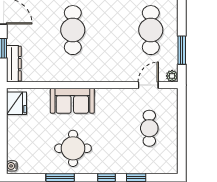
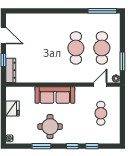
cafe table: (73, 30) -> (76, 48), moved
sofa: (72, 101) -> (55, 95), width x1.36
fridge: (16, 103) -> (12, 109), moved

